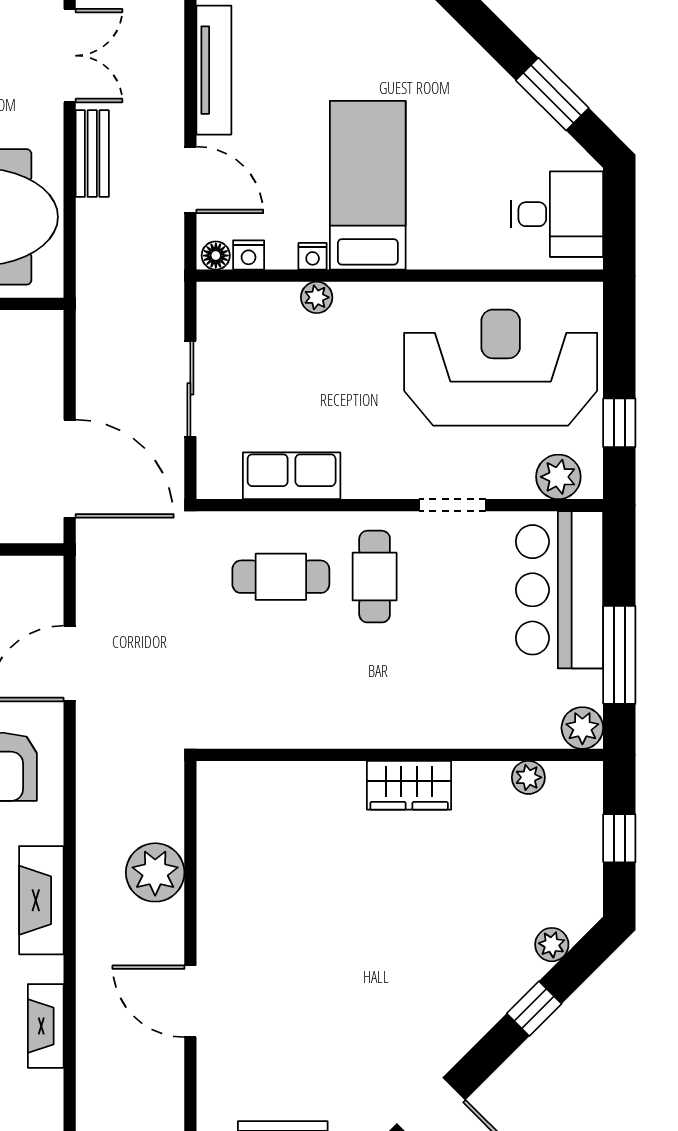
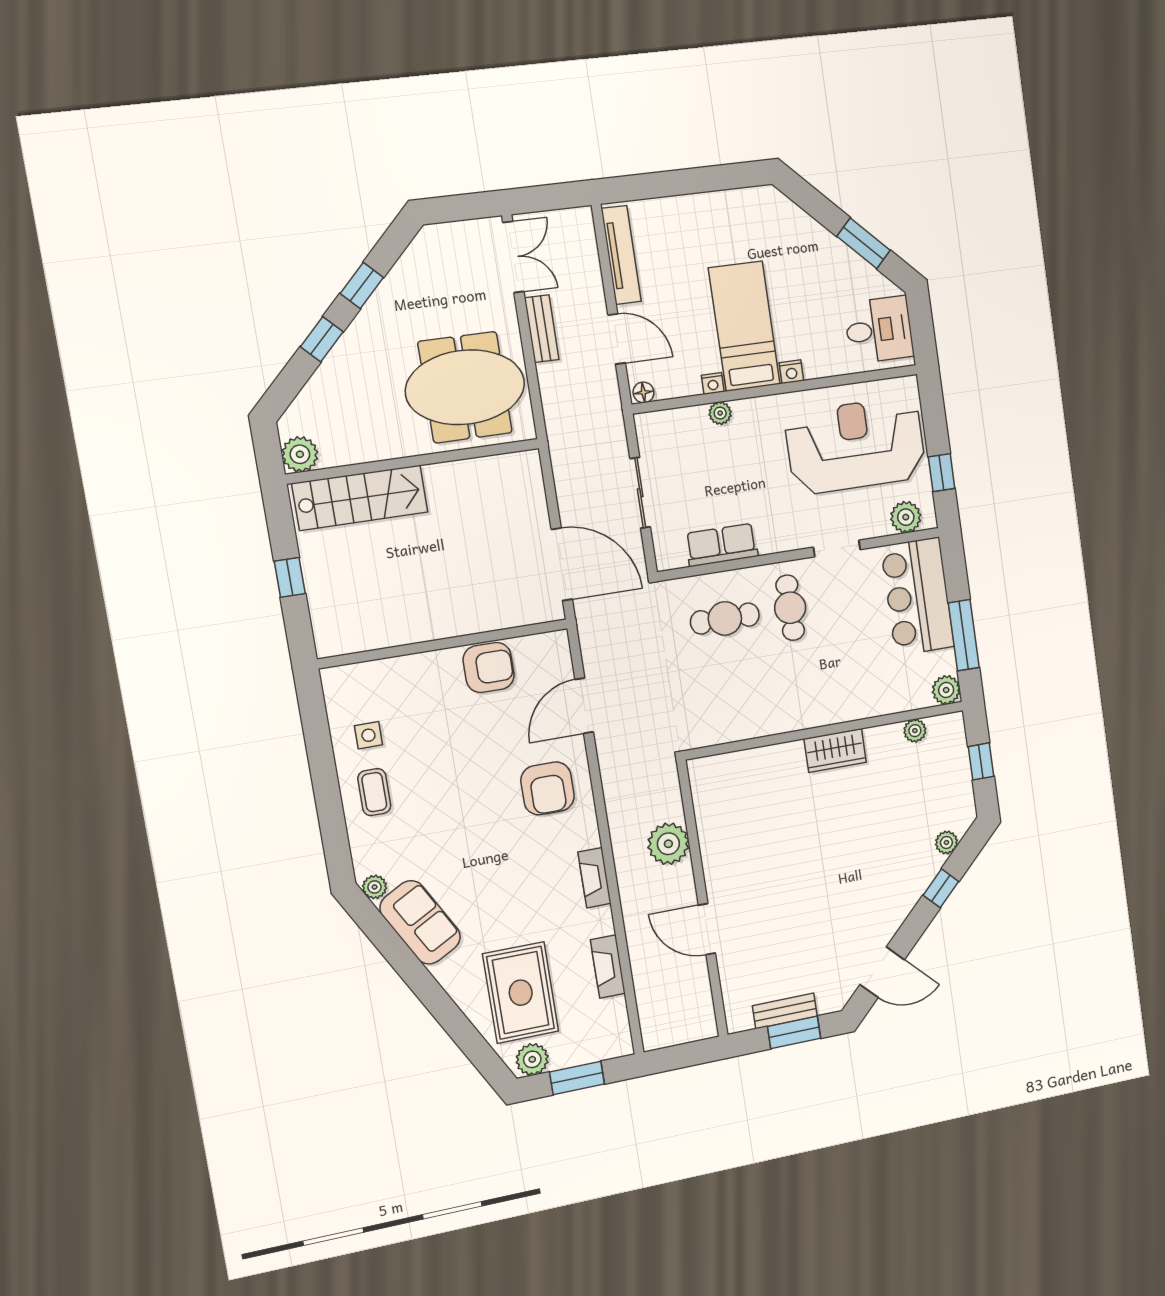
nightstand: (249, 255) -> (791, 372), moved
fireplace: (41, 900) -> (594, 878), width x0.73, depth x0.76

